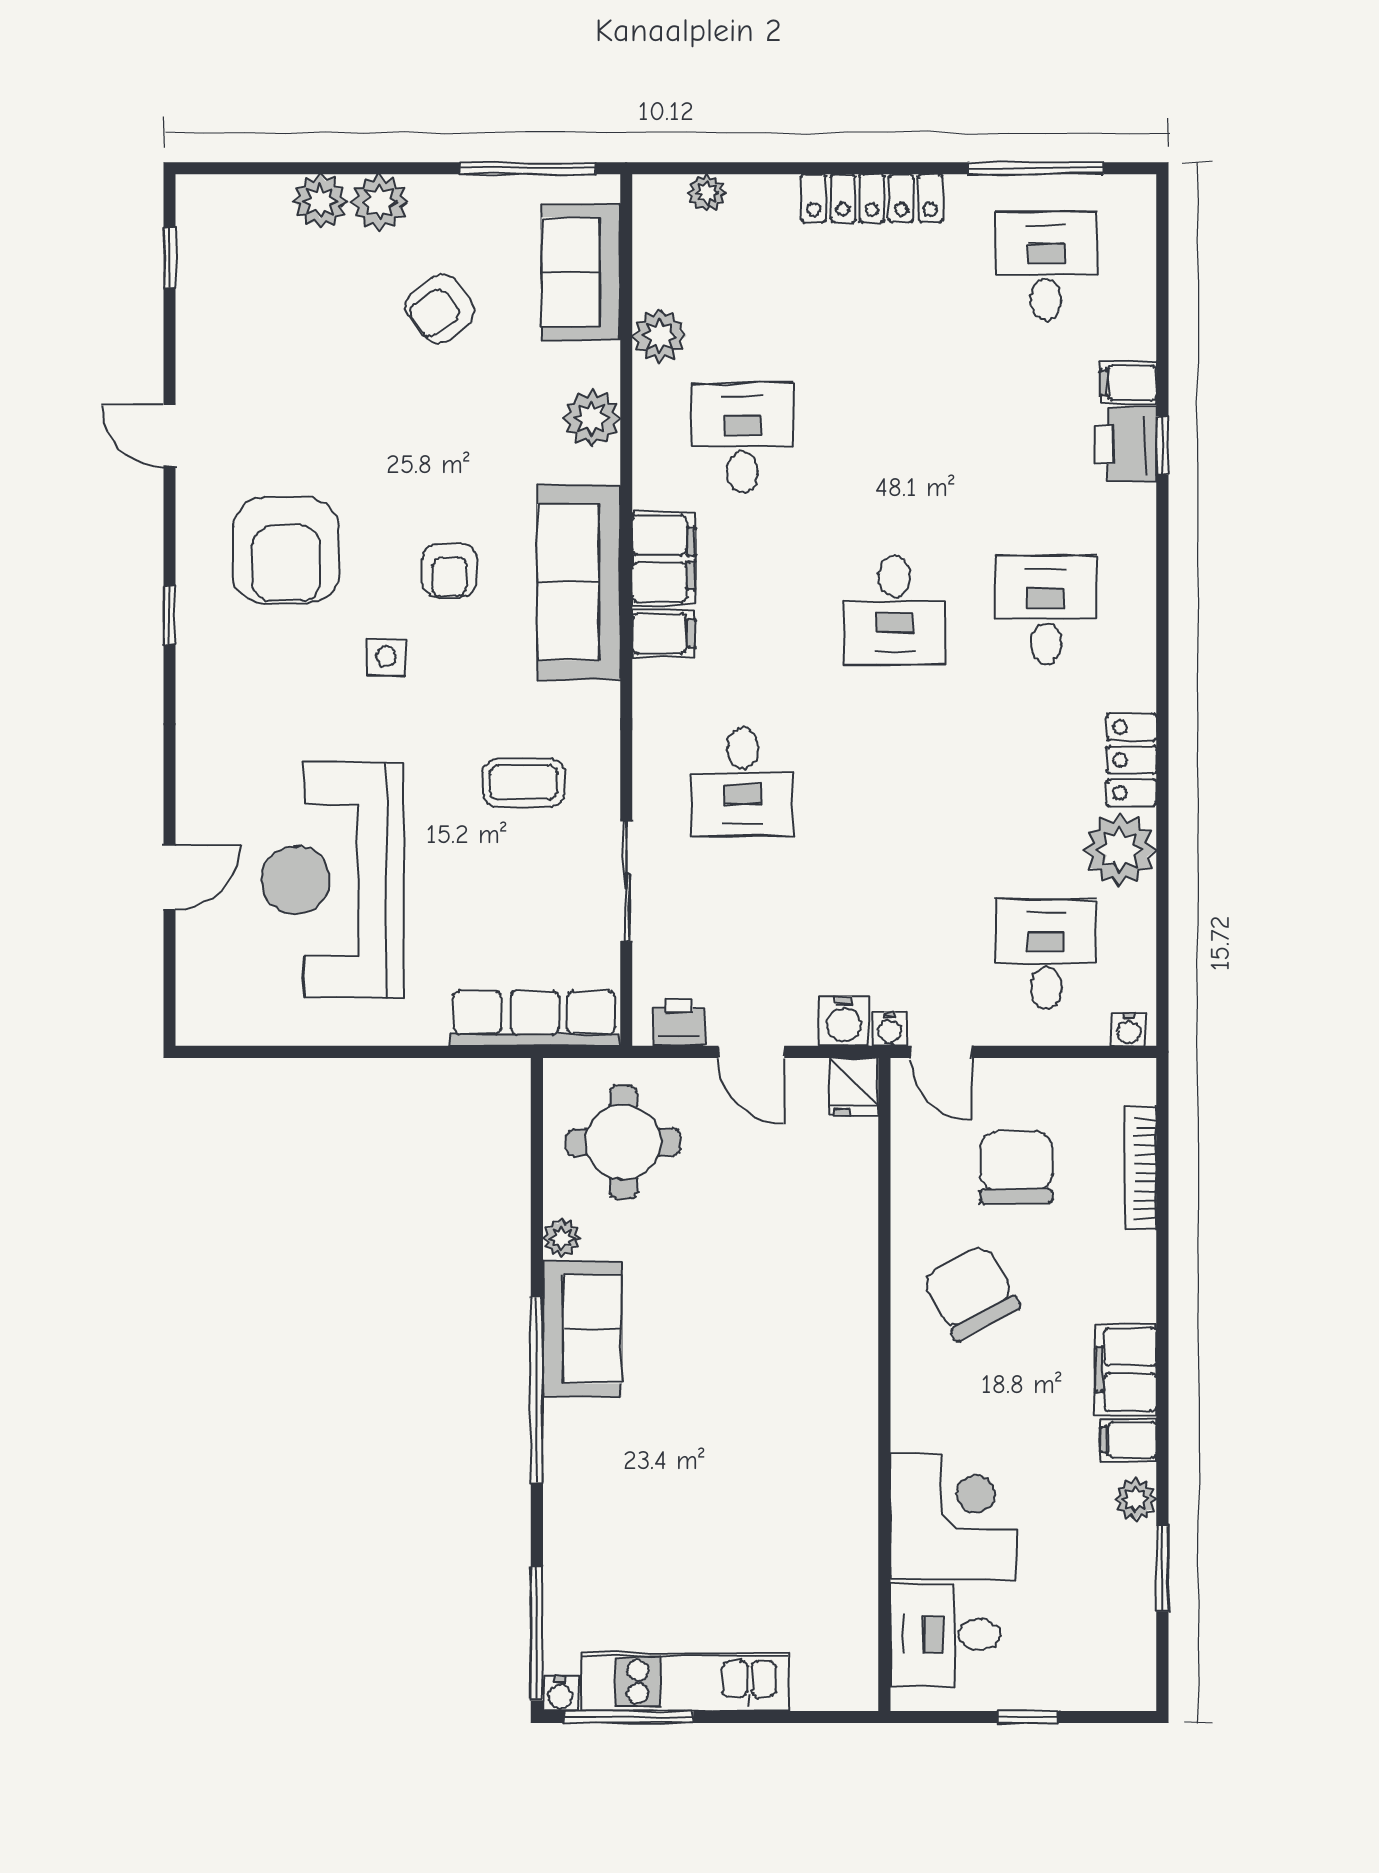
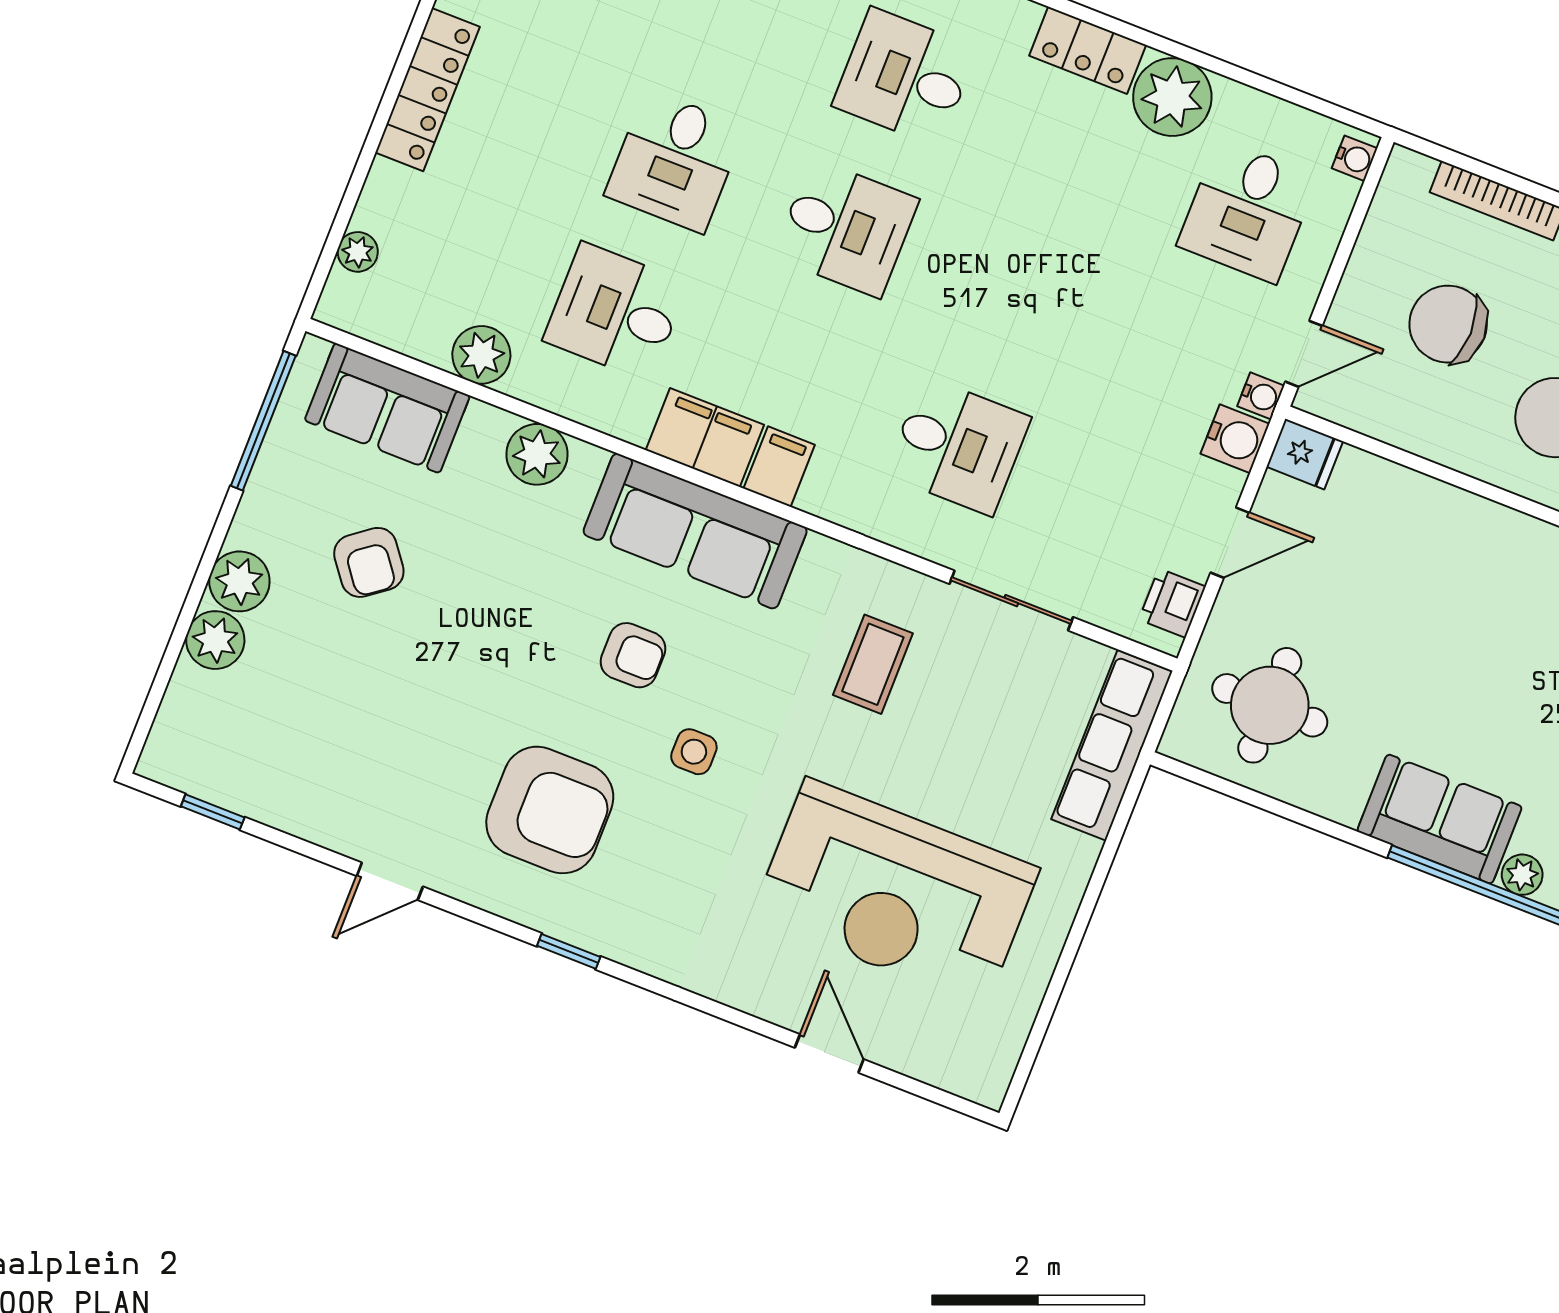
desk: (894, 438) -> (675, 161), added
desk: (1046, 954) -> (1247, 211), turned -90
plant: (562, 1238) -> (1522, 875), moved

